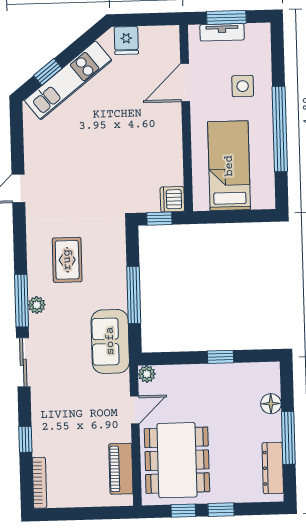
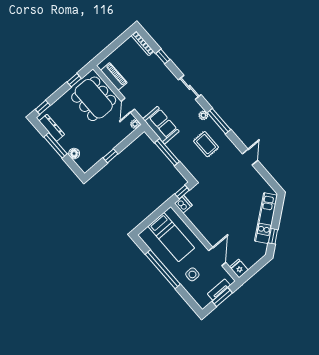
fridge: (126, 40) -> (239, 269), moved
window: (48, 72) -> (273, 236), moved
window: (22, 301) -> (219, 121), moved
window: (221, 510) -> (43, 107), moved

